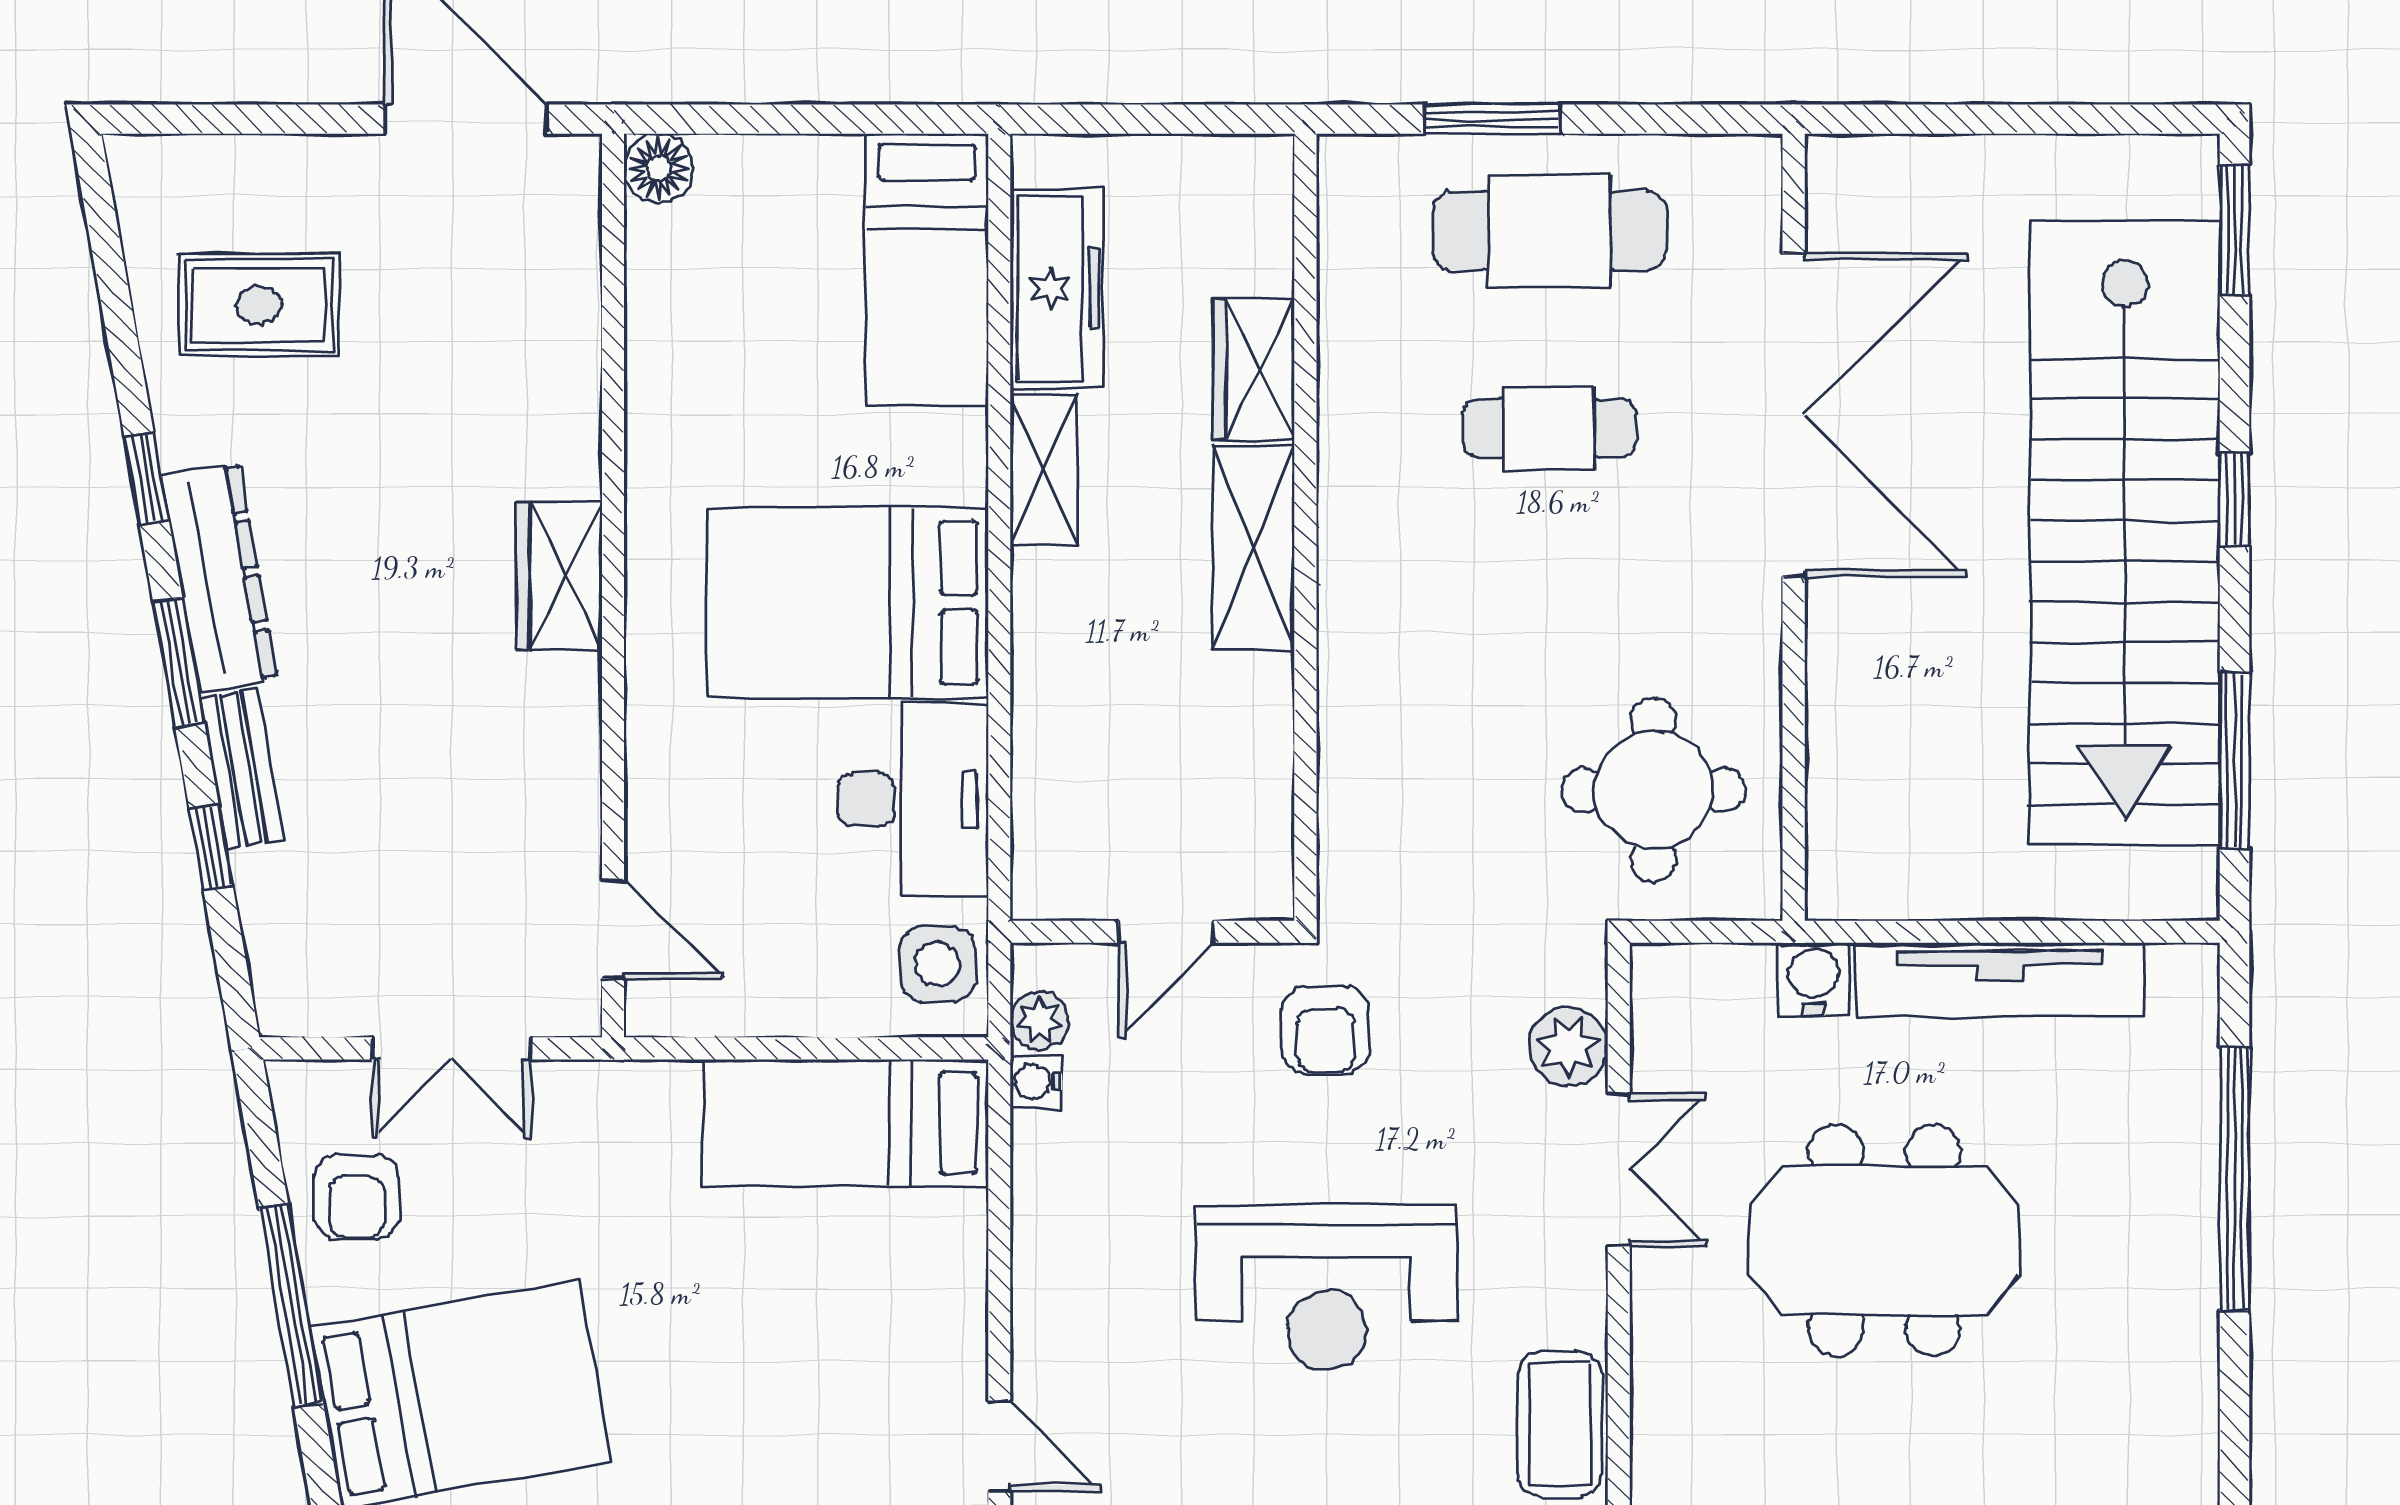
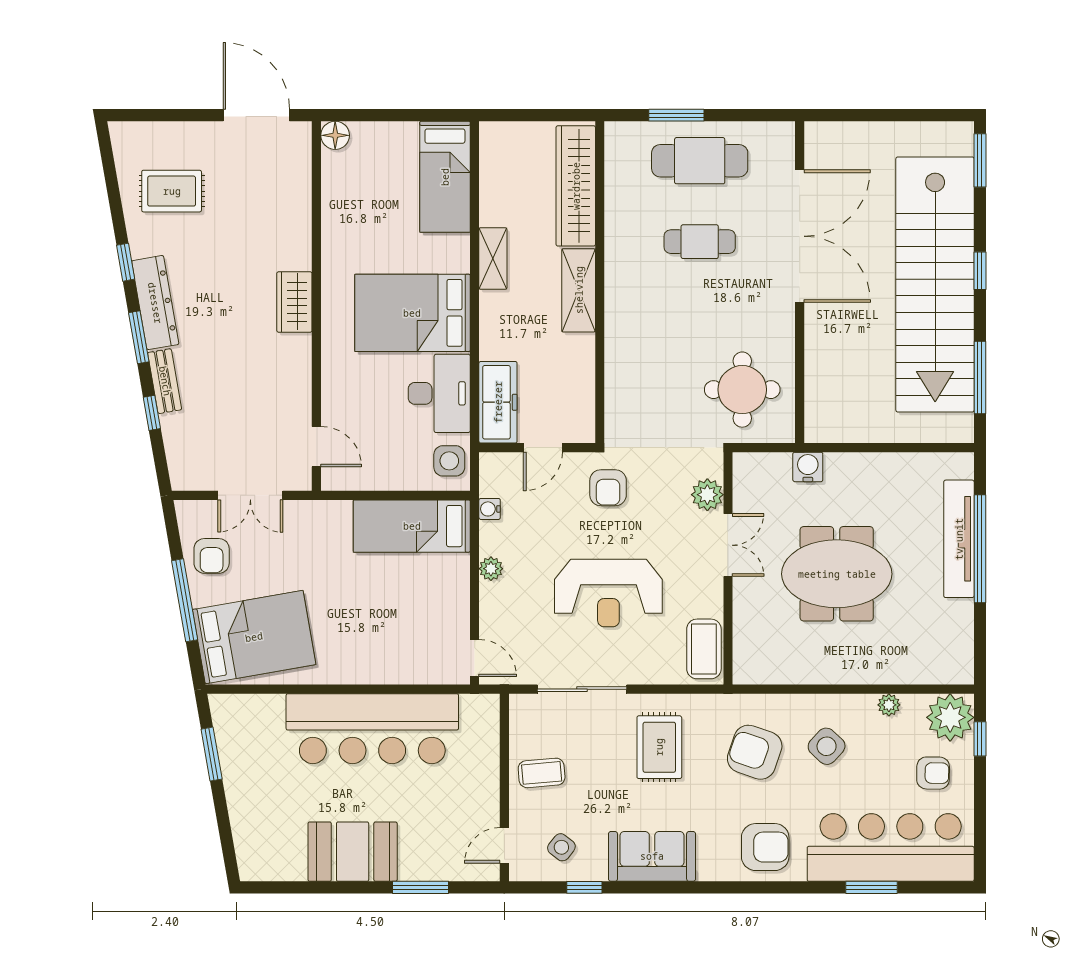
freezer: (1057, 288) -> (498, 402), moved
wardrobe: (1254, 369) -> (576, 186), width x2.10, depth x1.17
tv unit: (2000, 979) -> (959, 539), moved, turned 90
plant: (1039, 1021) -> (491, 569), moved

